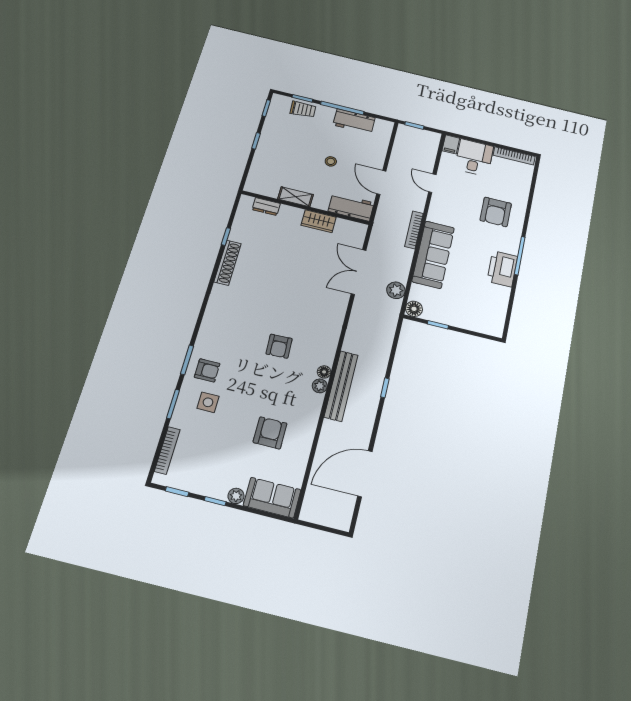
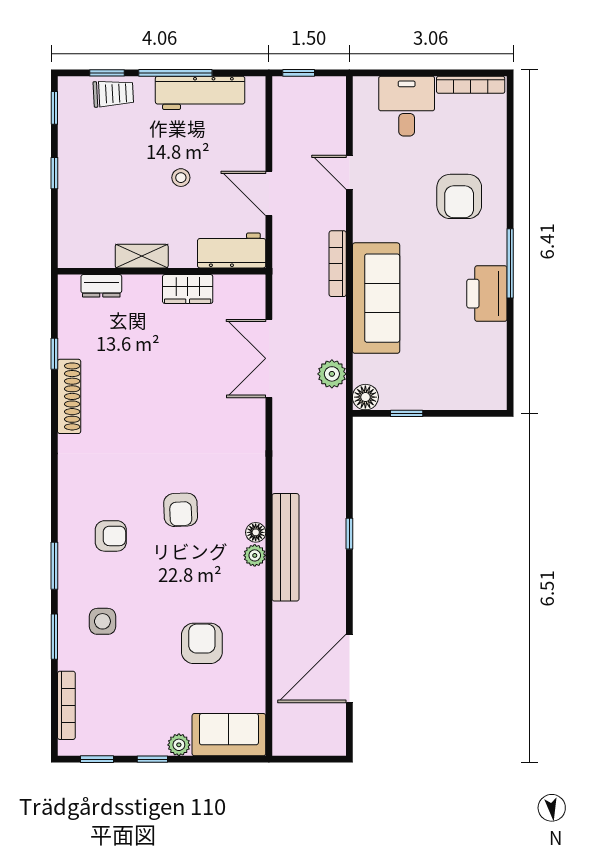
workbench: (354, 121) -> (200, 93), width x1.38
filing cabinet: (451, 144) -> (365, 92), removed
armchair: (207, 370) -> (111, 536), moved

